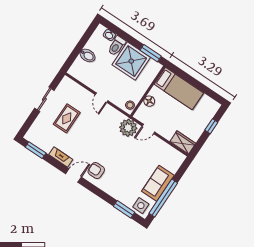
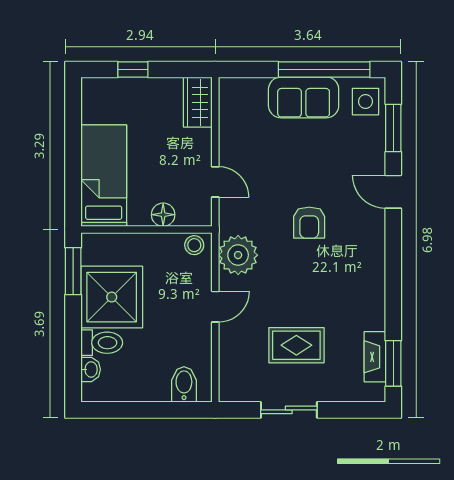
bidet: (87, 55) -> (184, 384), moved
plant: (128, 128) -> (238, 255), moved
fireplace: (61, 157) -> (375, 357), moved
armchair: (96, 171) -> (309, 223), moved
door: (73, 175) -> (393, 192), moved

